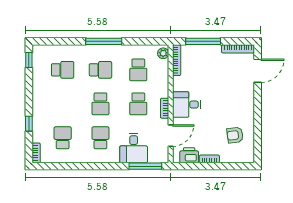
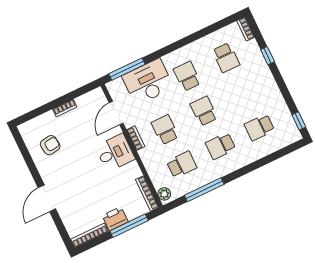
window: (104, 41) -> (204, 190), moved
school desk: (138, 70) -> (182, 165), turned 90
door: (258, 71) -> (47, 198), moved
school desk: (100, 138) -> (187, 76), turned 180
desk: (134, 148) -> (148, 82), width x1.37
printer: (189, 155) -> (115, 219), moved, turned 180

